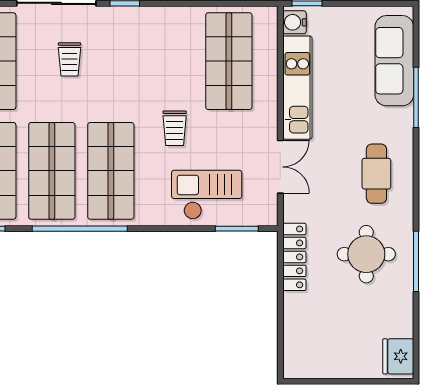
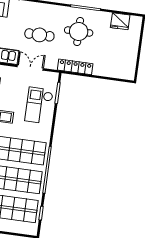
cafe table: (376, 174) -> (39, 35), moved
fridge: (398, 356) -> (120, 21), moved

